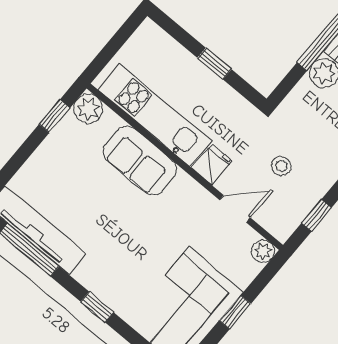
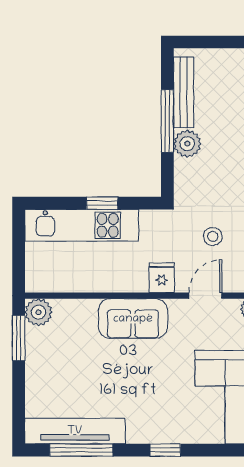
kitchen unit: (155, 115) -> (82, 225), moved, turned 180
window: (55, 116) -> (19, 338), width x1.50
sofa: (140, 161) -> (133, 319), moved

